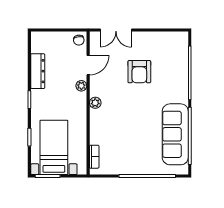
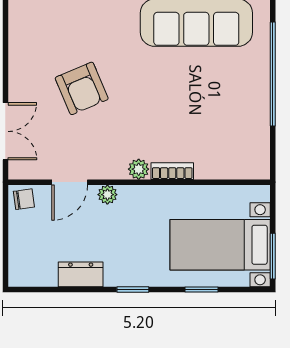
door: (88, 65) -> (70, 182), swing flipped
dresser: (38, 71) -> (81, 274), width x0.70
armchair: (139, 72) -> (82, 88), turned 67
bookcase: (94, 157) -> (172, 171), moved

